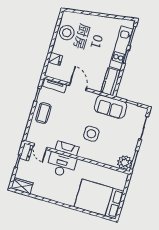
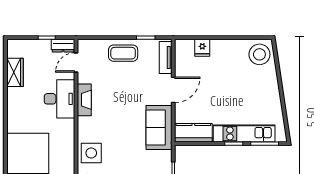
stool: (67, 33) -> (259, 54), moved
sofa: (111, 107) -> (159, 128), moved
side table: (91, 134) -> (91, 153), moved
wardrobe: (22, 186) -> (15, 72), moved

